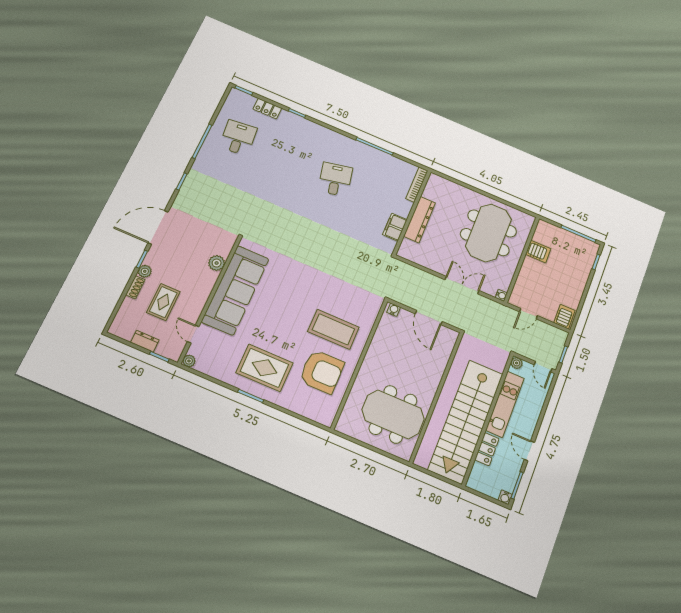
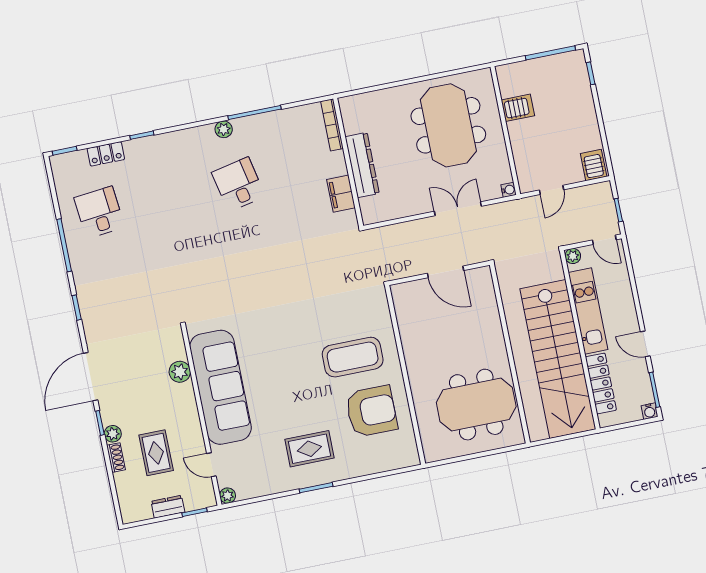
plant: (349, 143) -> (224, 129), added
water cooler: (394, 310) -> (402, 290), removed
rug: (264, 368) -> (309, 449), width x0.73, depth x0.70
locker: (487, 449) -> (601, 384), width x1.53

